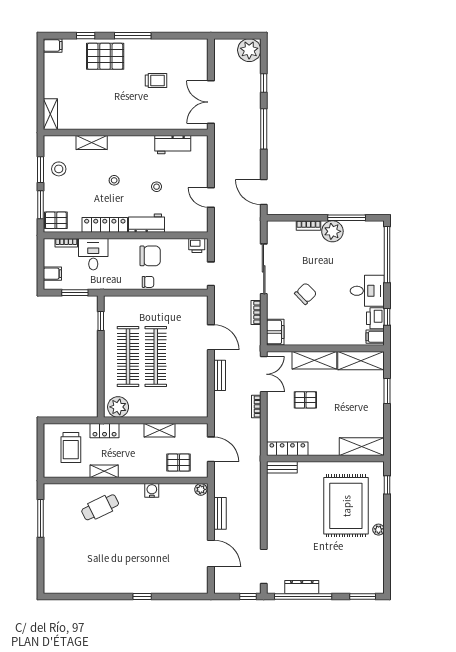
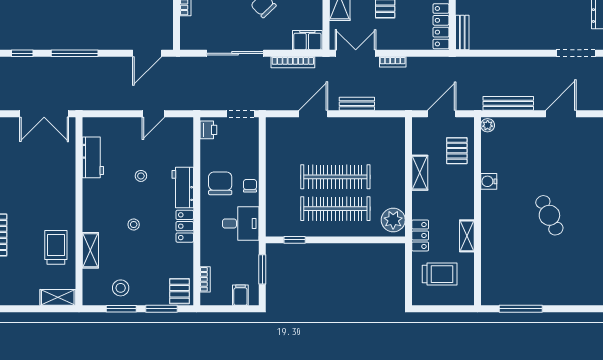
trolley: (156, 80) -> (56, 247), moved, width x1.36, depth x1.39
locker: (105, 225) -> (185, 226), width x0.66
desk: (93, 254) -> (241, 224), moved, turned 180
bookcase: (256, 313) -> (293, 62), width x1.56
cafe table: (100, 507) -> (549, 215), moved
bench: (220, 513) -> (508, 103), width x1.36

